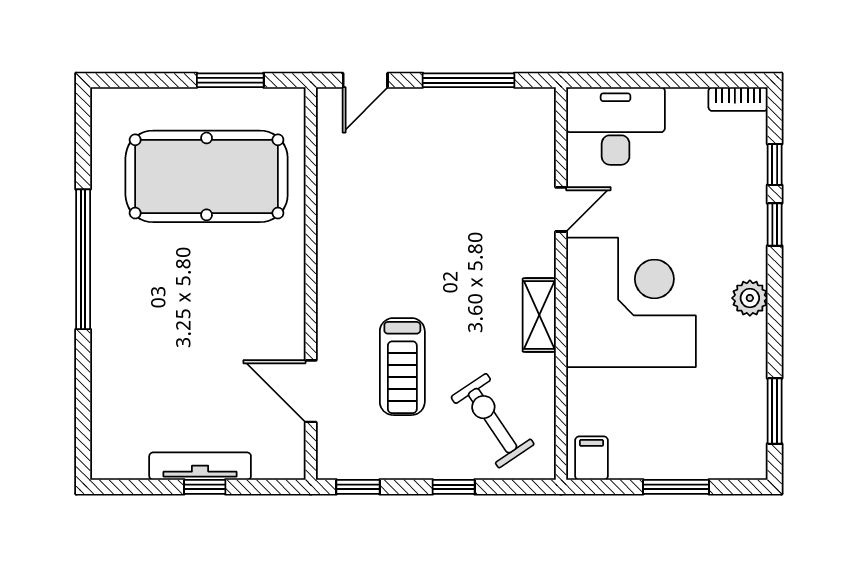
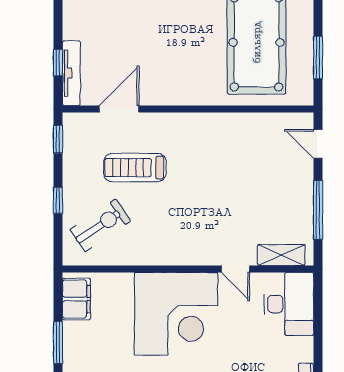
shelving: (539, 315) -> (281, 255), moved
filing cabinet: (592, 458) -> (76, 299), width x2.00
tv unit: (200, 466) -> (71, 73), moved
window: (205, 487) -> (58, 63), moved

